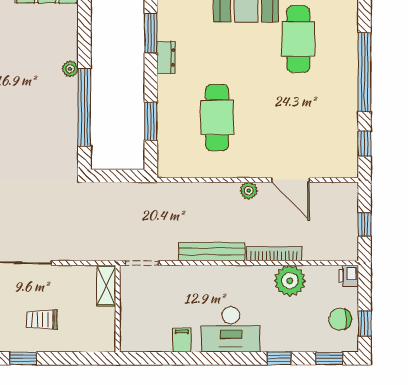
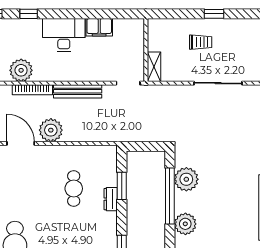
dresser: (166, 57) -> (111, 199), moved
plant: (70, 69) -> (185, 224), width x1.88, depth x1.88
cafe table: (217, 118) -> (74, 189), width x0.73, depth x0.74
plant: (62, 130) -> (186, 179), added
plant: (249, 191) -> (51, 130), width x1.87, depth x1.87
filing cabinet: (182, 340) -> (99, 27), width x2.00

